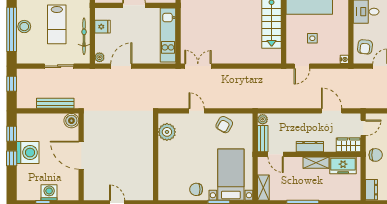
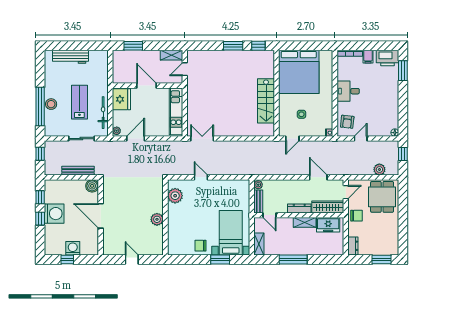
lab bench: (57, 24) -> (79, 102), turned 180
fridge: (103, 27) -> (121, 99), width x1.88, depth x1.34
armchair: (224, 125) -> (225, 189), removed
wardrobe: (349, 145) -> (328, 207), width x1.50
plant: (146, 159) -> (157, 219), added

